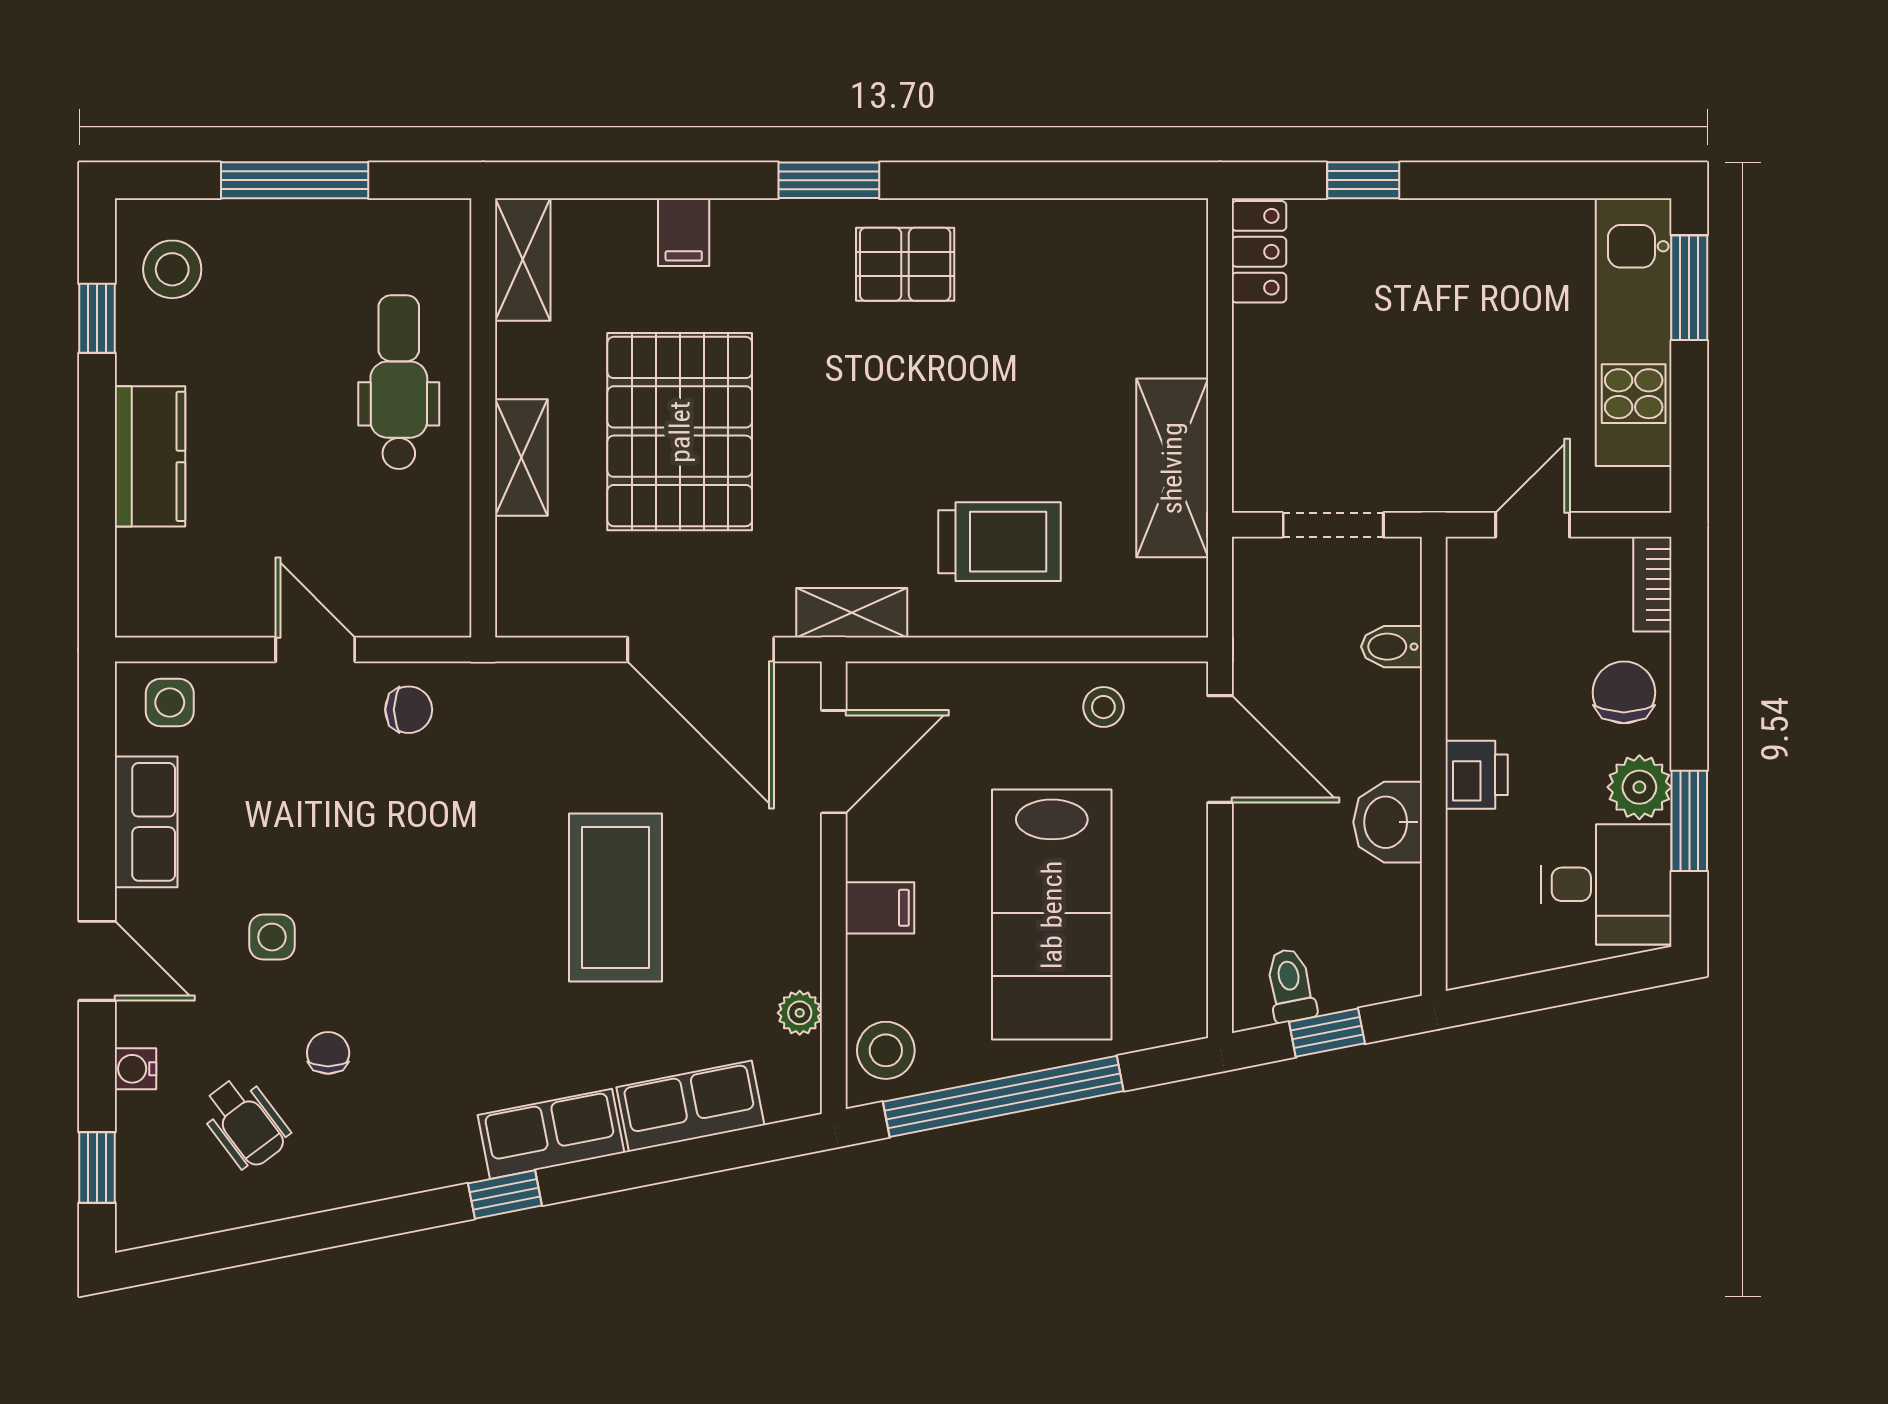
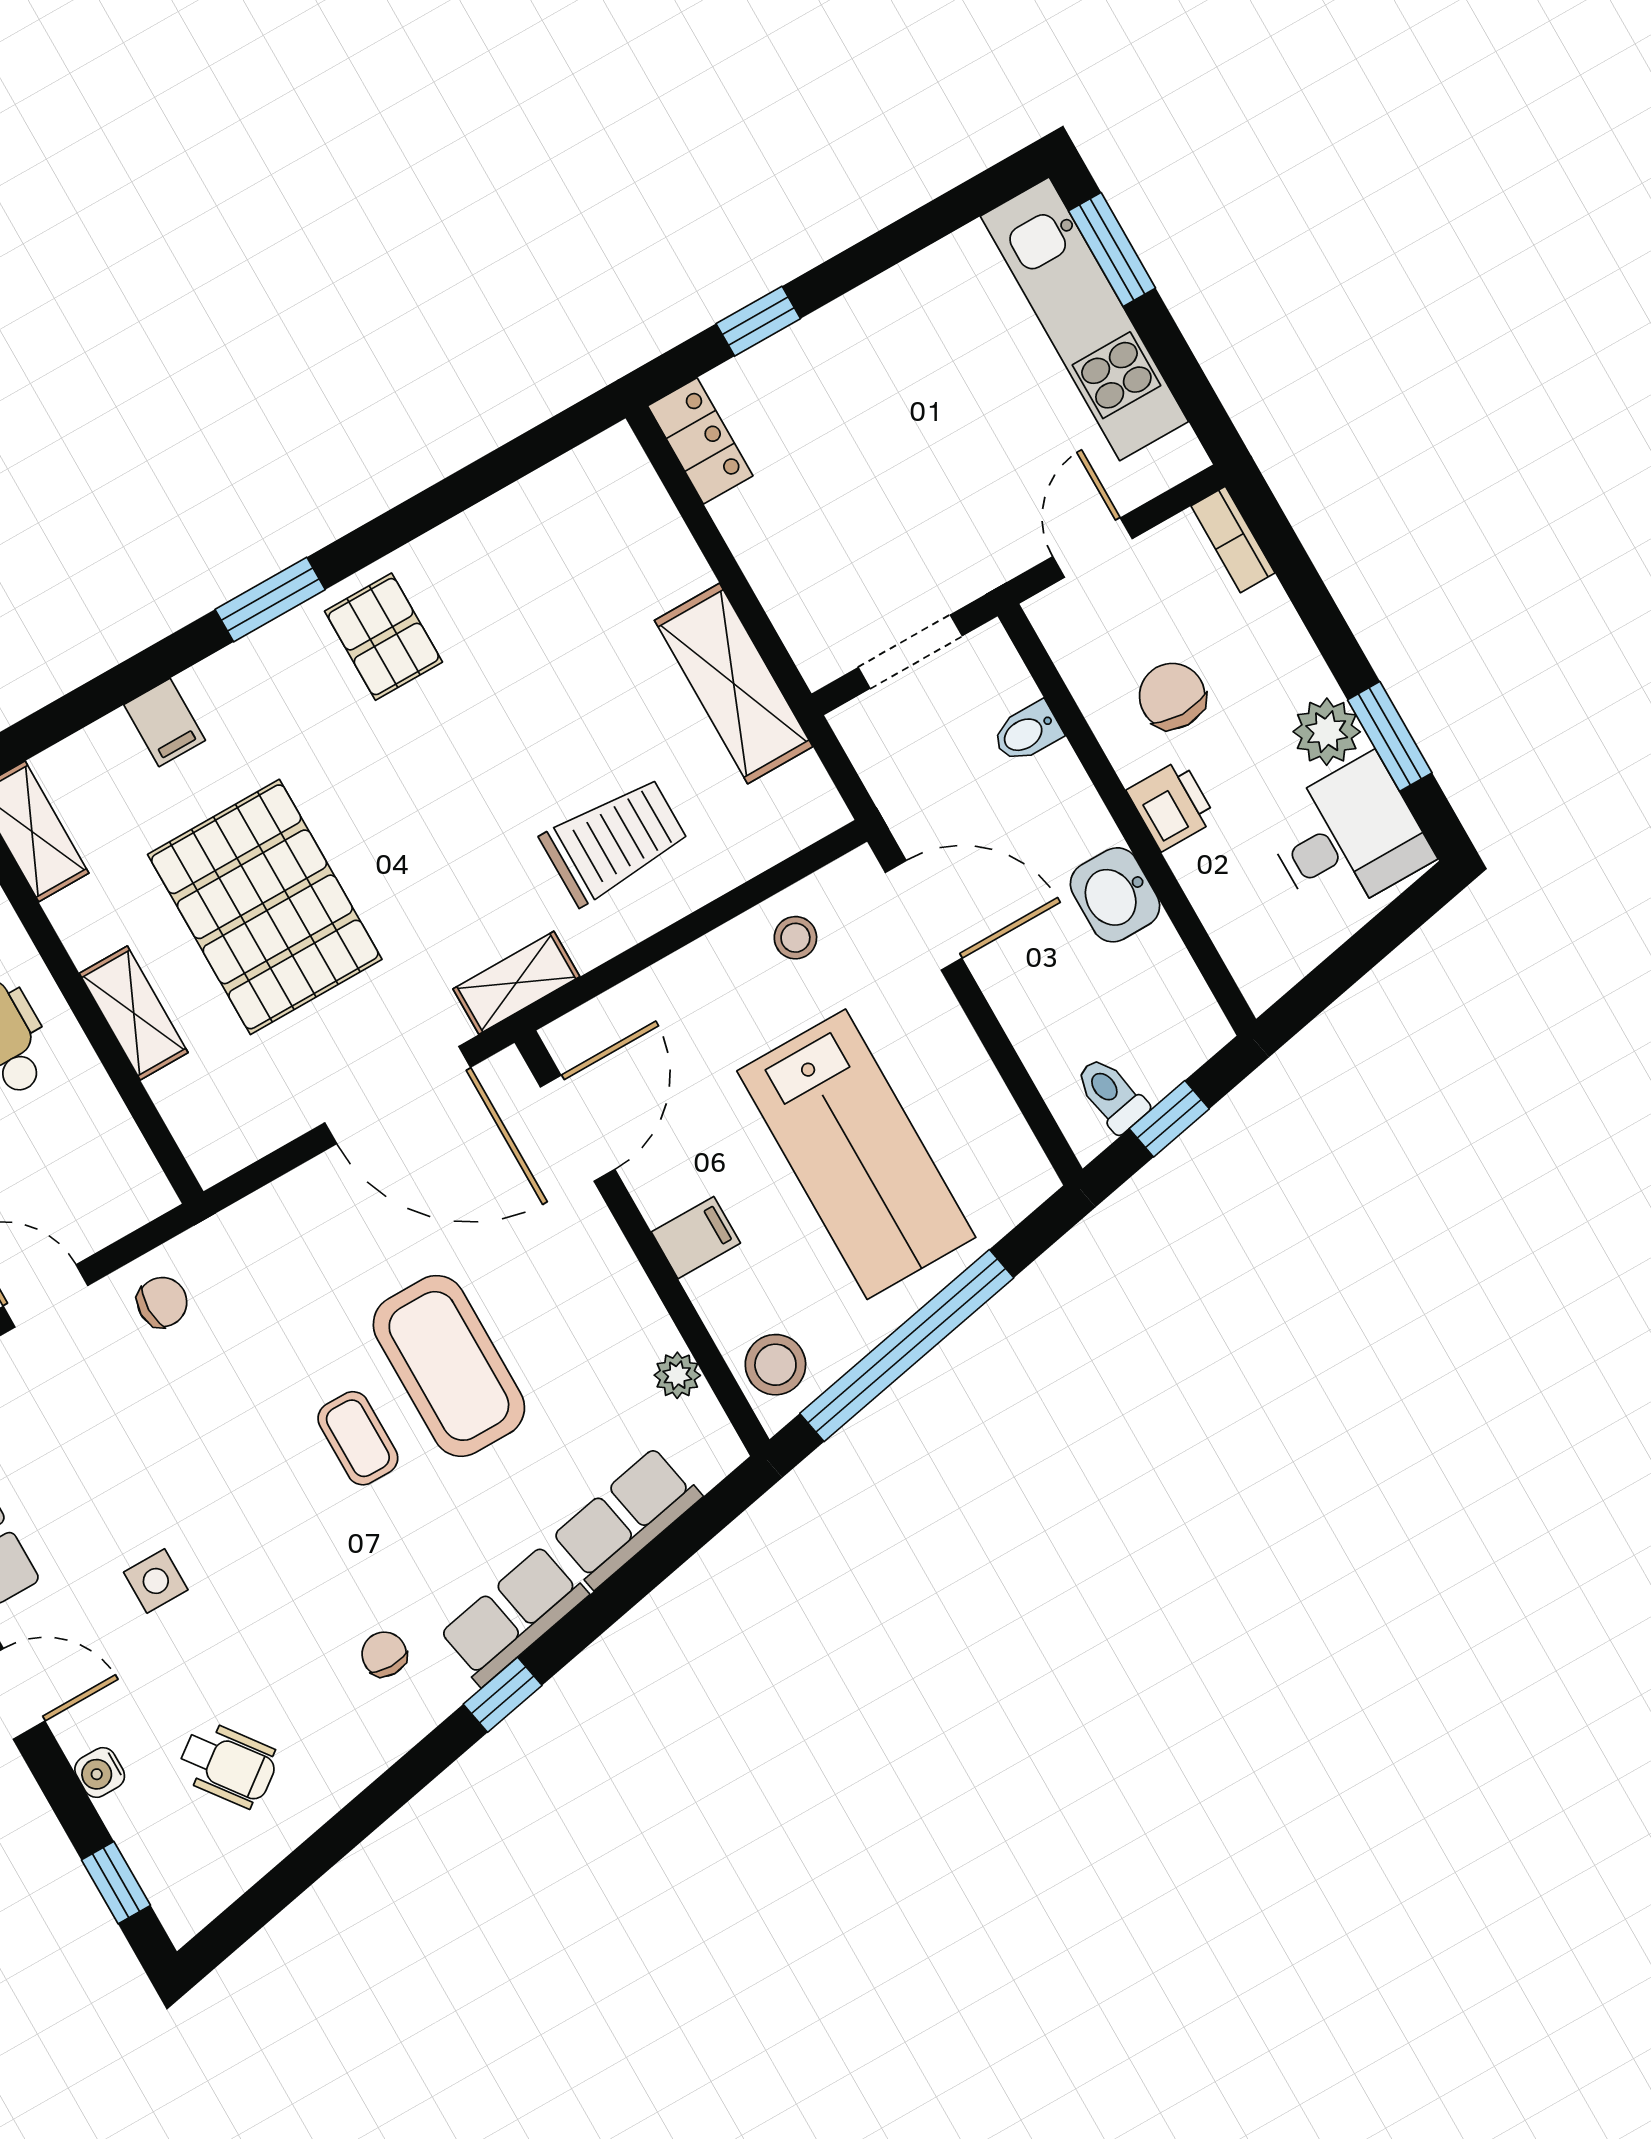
pallet: (905, 264) -> (383, 637), turned 90
chair: (1624, 692) -> (1172, 696), moved
coffee table: (506, 914) -> (358, 1438), added
chair: (328, 1053) -> (384, 1654), moved

